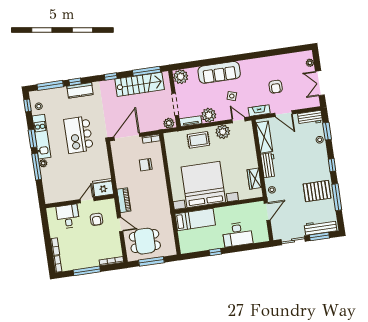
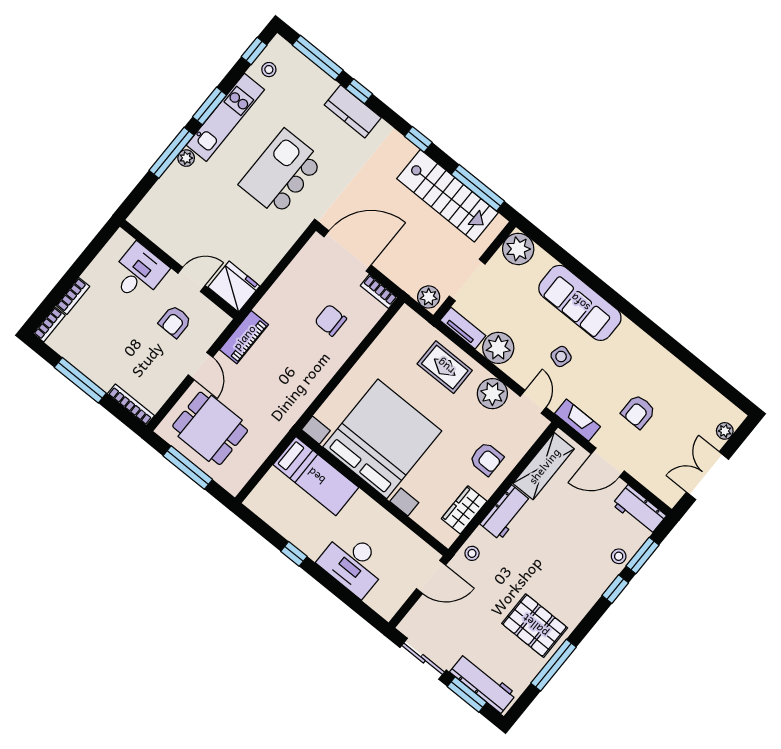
door: (284, 114) -> (608, 462), hinge flipped
armchair: (244, 155) -> (486, 459), added
window: (332, 165) -> (615, 589), moved

